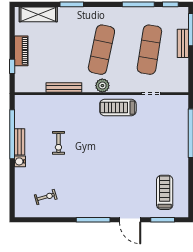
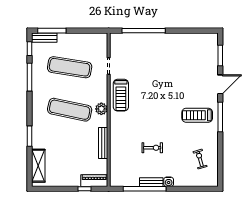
bench: (183, 43) -> (44, 38), moved
piano: (21, 51) -> (94, 181), moved
treadmill: (165, 192) -> (197, 115), moved

